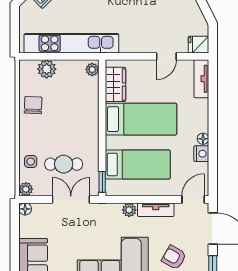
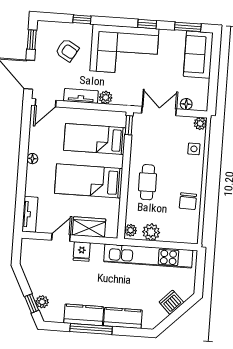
fridge: (199, 45) -> (82, 252), moved, turned 90
plant: (47, 69) -> (151, 232), moved
wardrobe: (115, 84) -> (89, 227), moved, turned 90
nightstand: (201, 154) -> (35, 145), removed
cafe table: (64, 164) -> (147, 182), moved, turned 90
double door: (71, 199) -> (159, 111), swing flipped
floor lamp: (25, 209) -> (186, 104), moved

